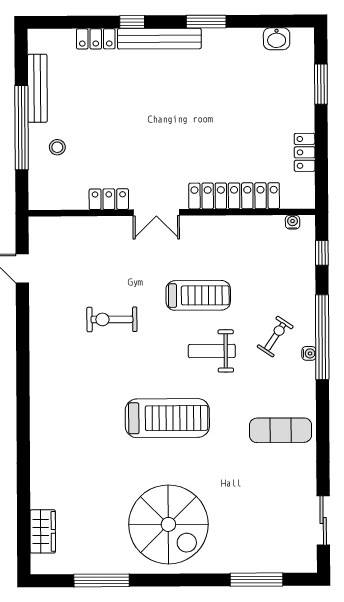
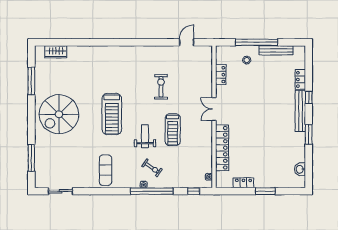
window: (321, 84) -> (265, 191), moved
locker: (109, 199) -> (221, 75), moved

